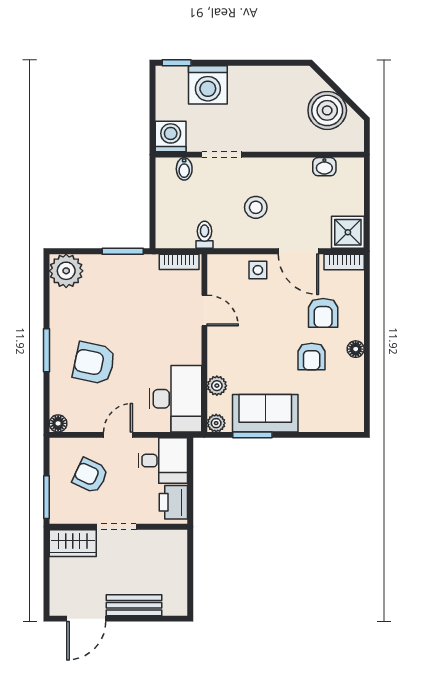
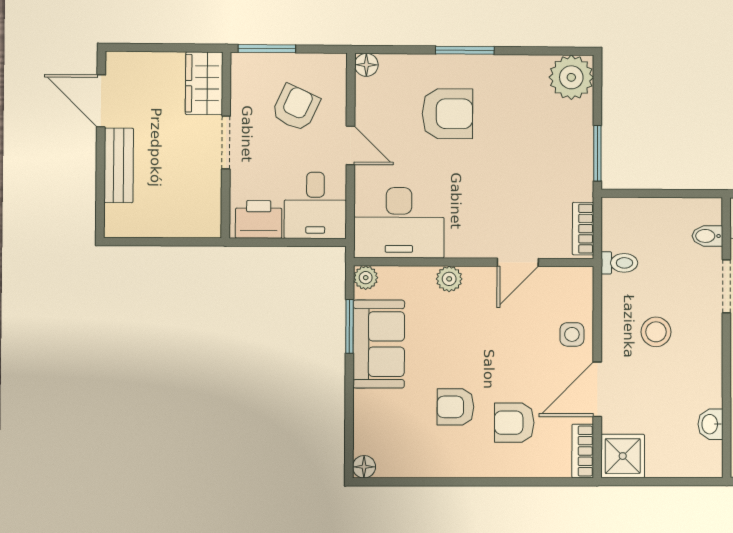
floor lamp: (356, 349) -> (364, 467), moved
armchair: (94, 363) -> (447, 114), turned 78
plant: (217, 386) -> (449, 279), moved

